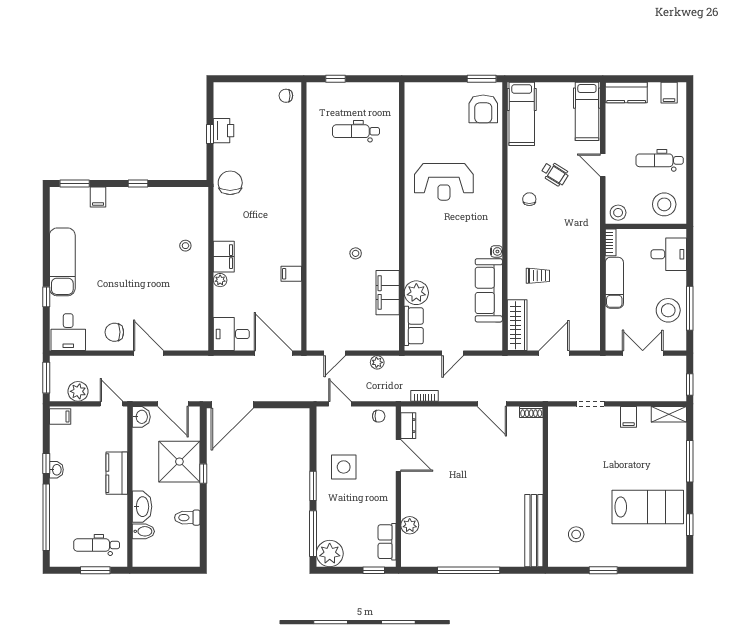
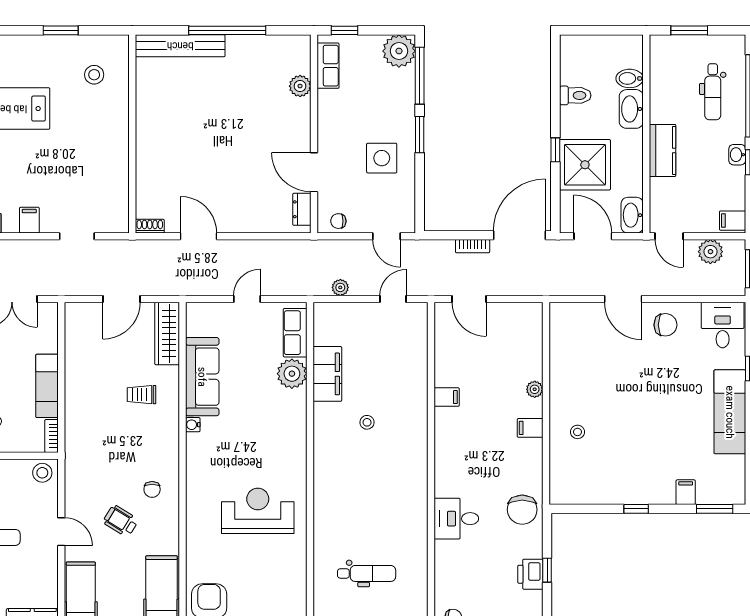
filing cabinet: (224, 257) -> (530, 428), width x0.50
desk: (231, 334) -> (456, 519), moved, turned 180
door: (273, 353) -> (469, 299), width x0.73
bookcase: (425, 396) -> (473, 246), moved
washbasin: (141, 417) -> (632, 215), width x1.38
bench: (534, 531) -> (180, 46), moved, turned 90
dental chair: (97, 545) -> (713, 92), moved, turned 90

